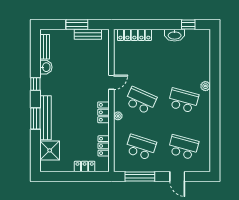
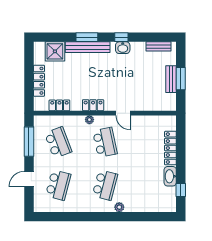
bench: (88, 34) -> (171, 79), moved
locker: (134, 35) -> (170, 148), moved
washbasin: (46, 67) -> (123, 48), moved
school desk: (141, 100) -> (105, 142), turned -36
school desk: (141, 147) -> (58, 142), turned -39
locker: (85, 166) -> (39, 81), width x1.53

